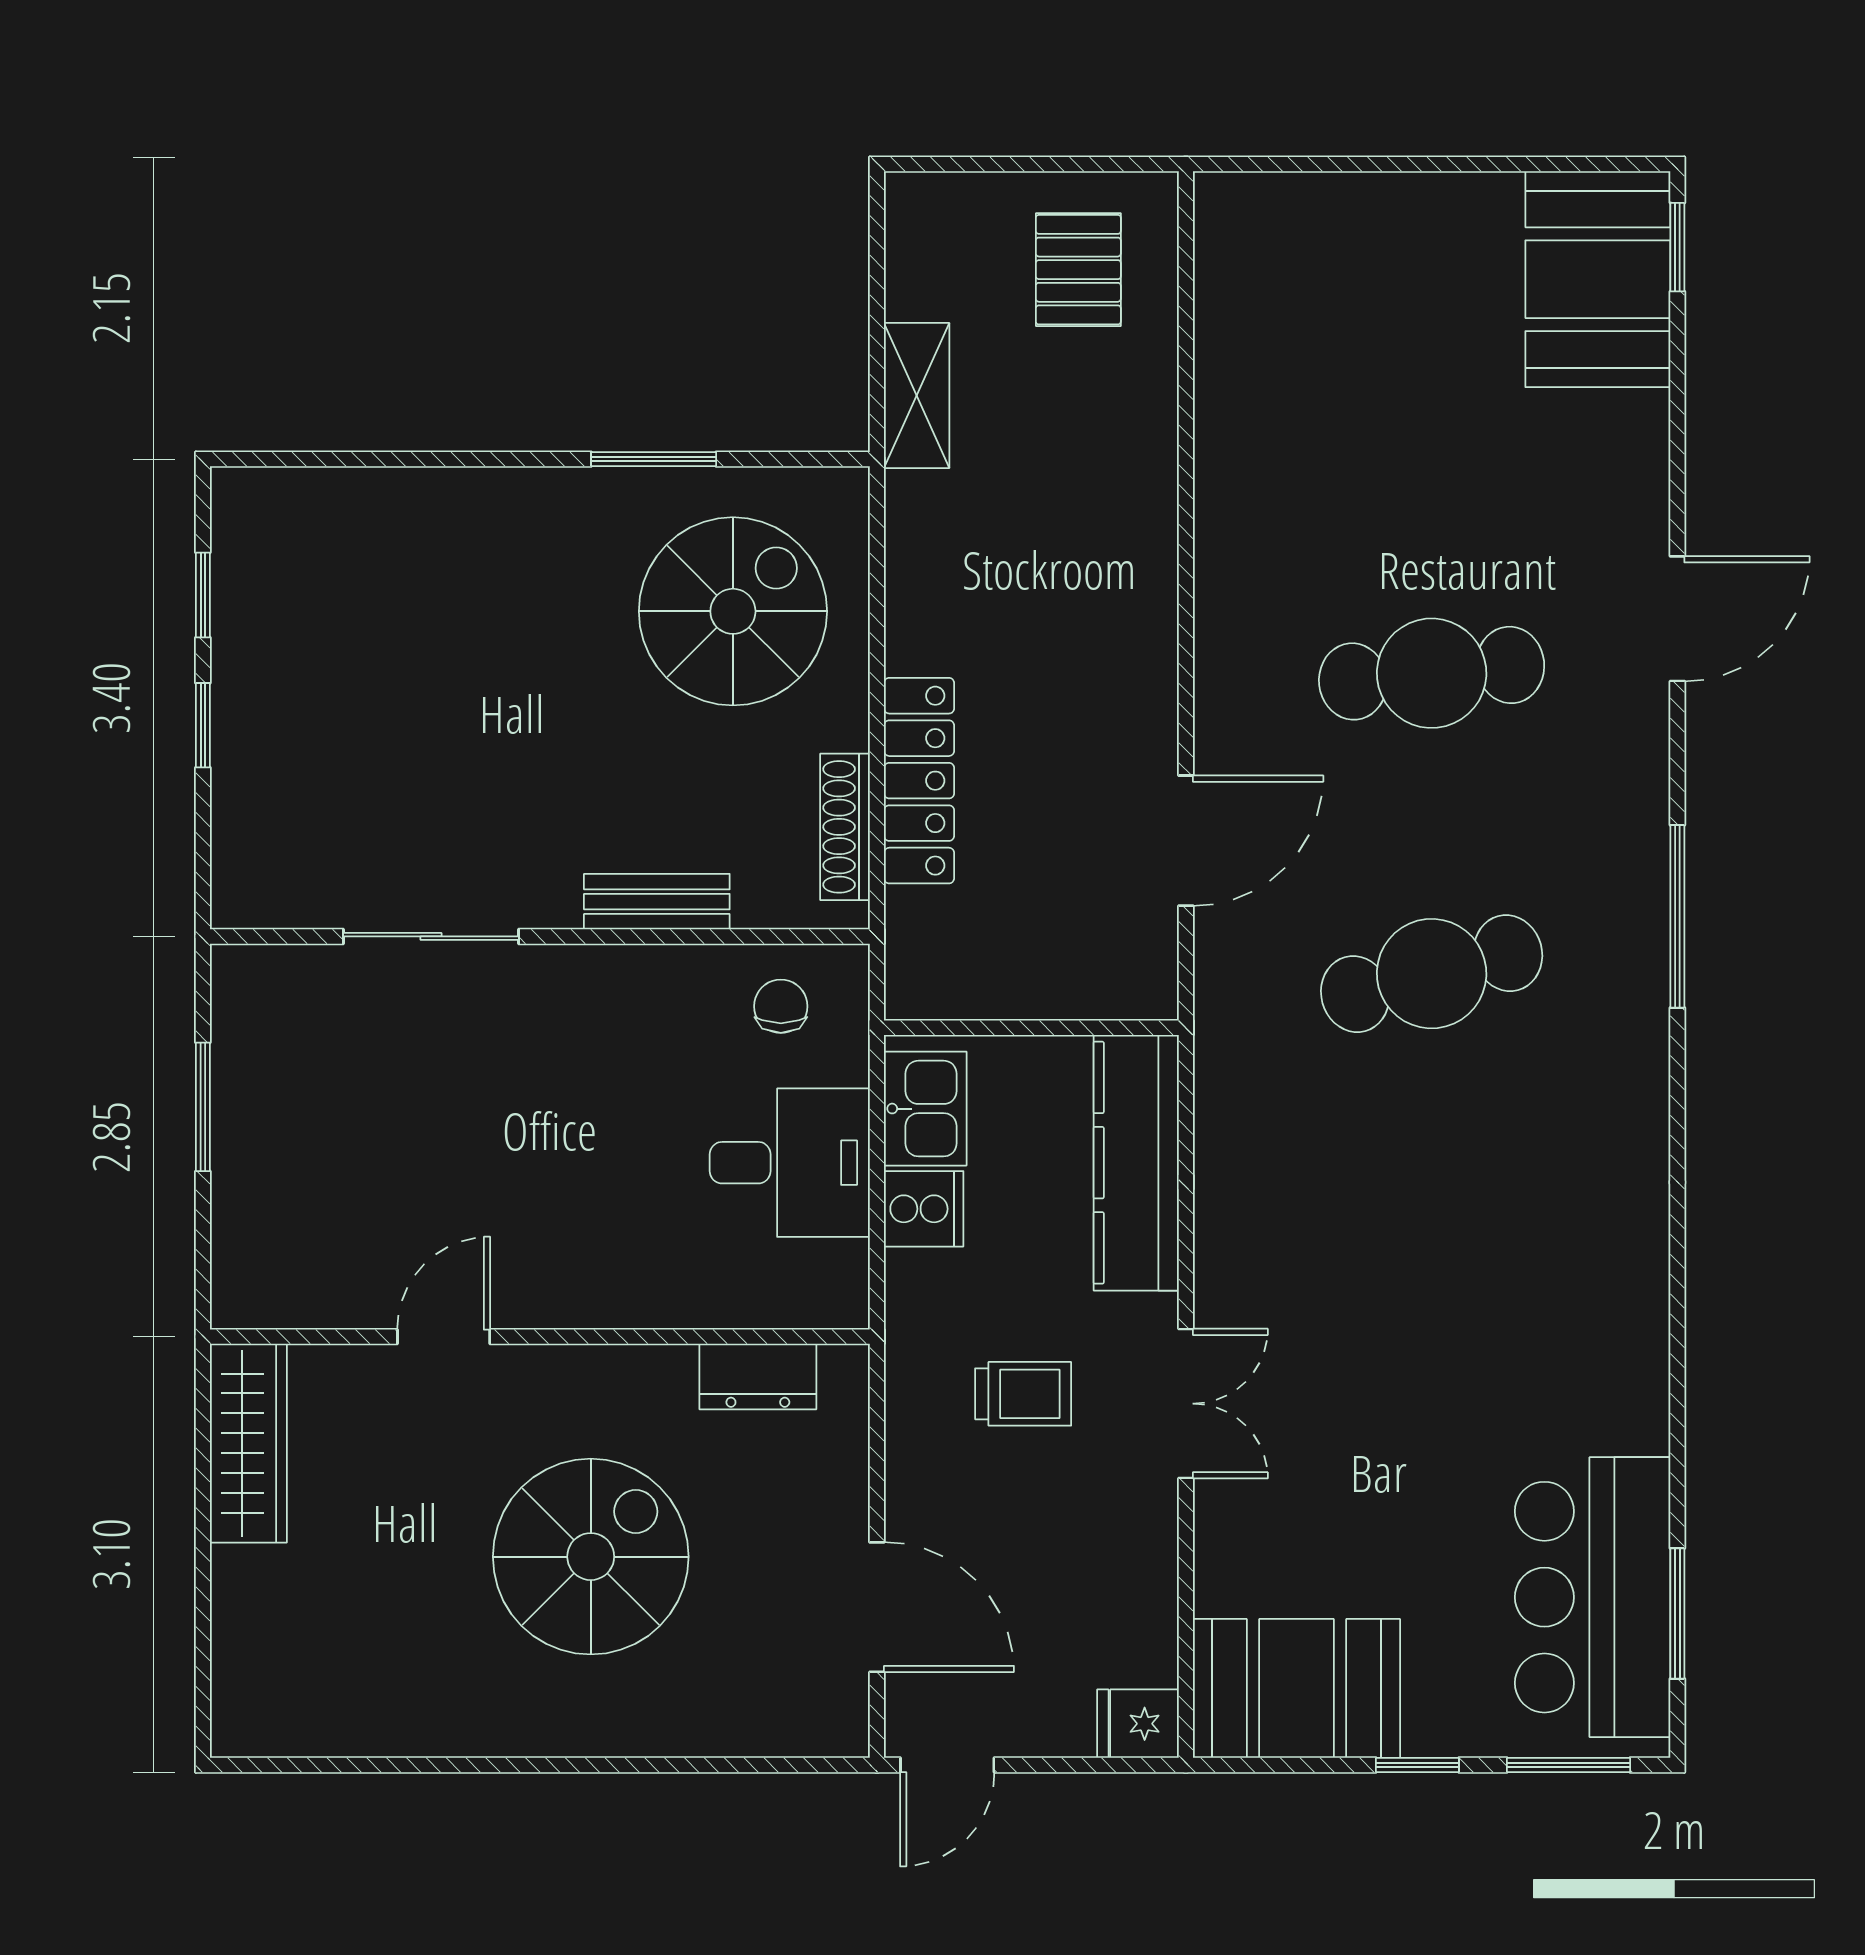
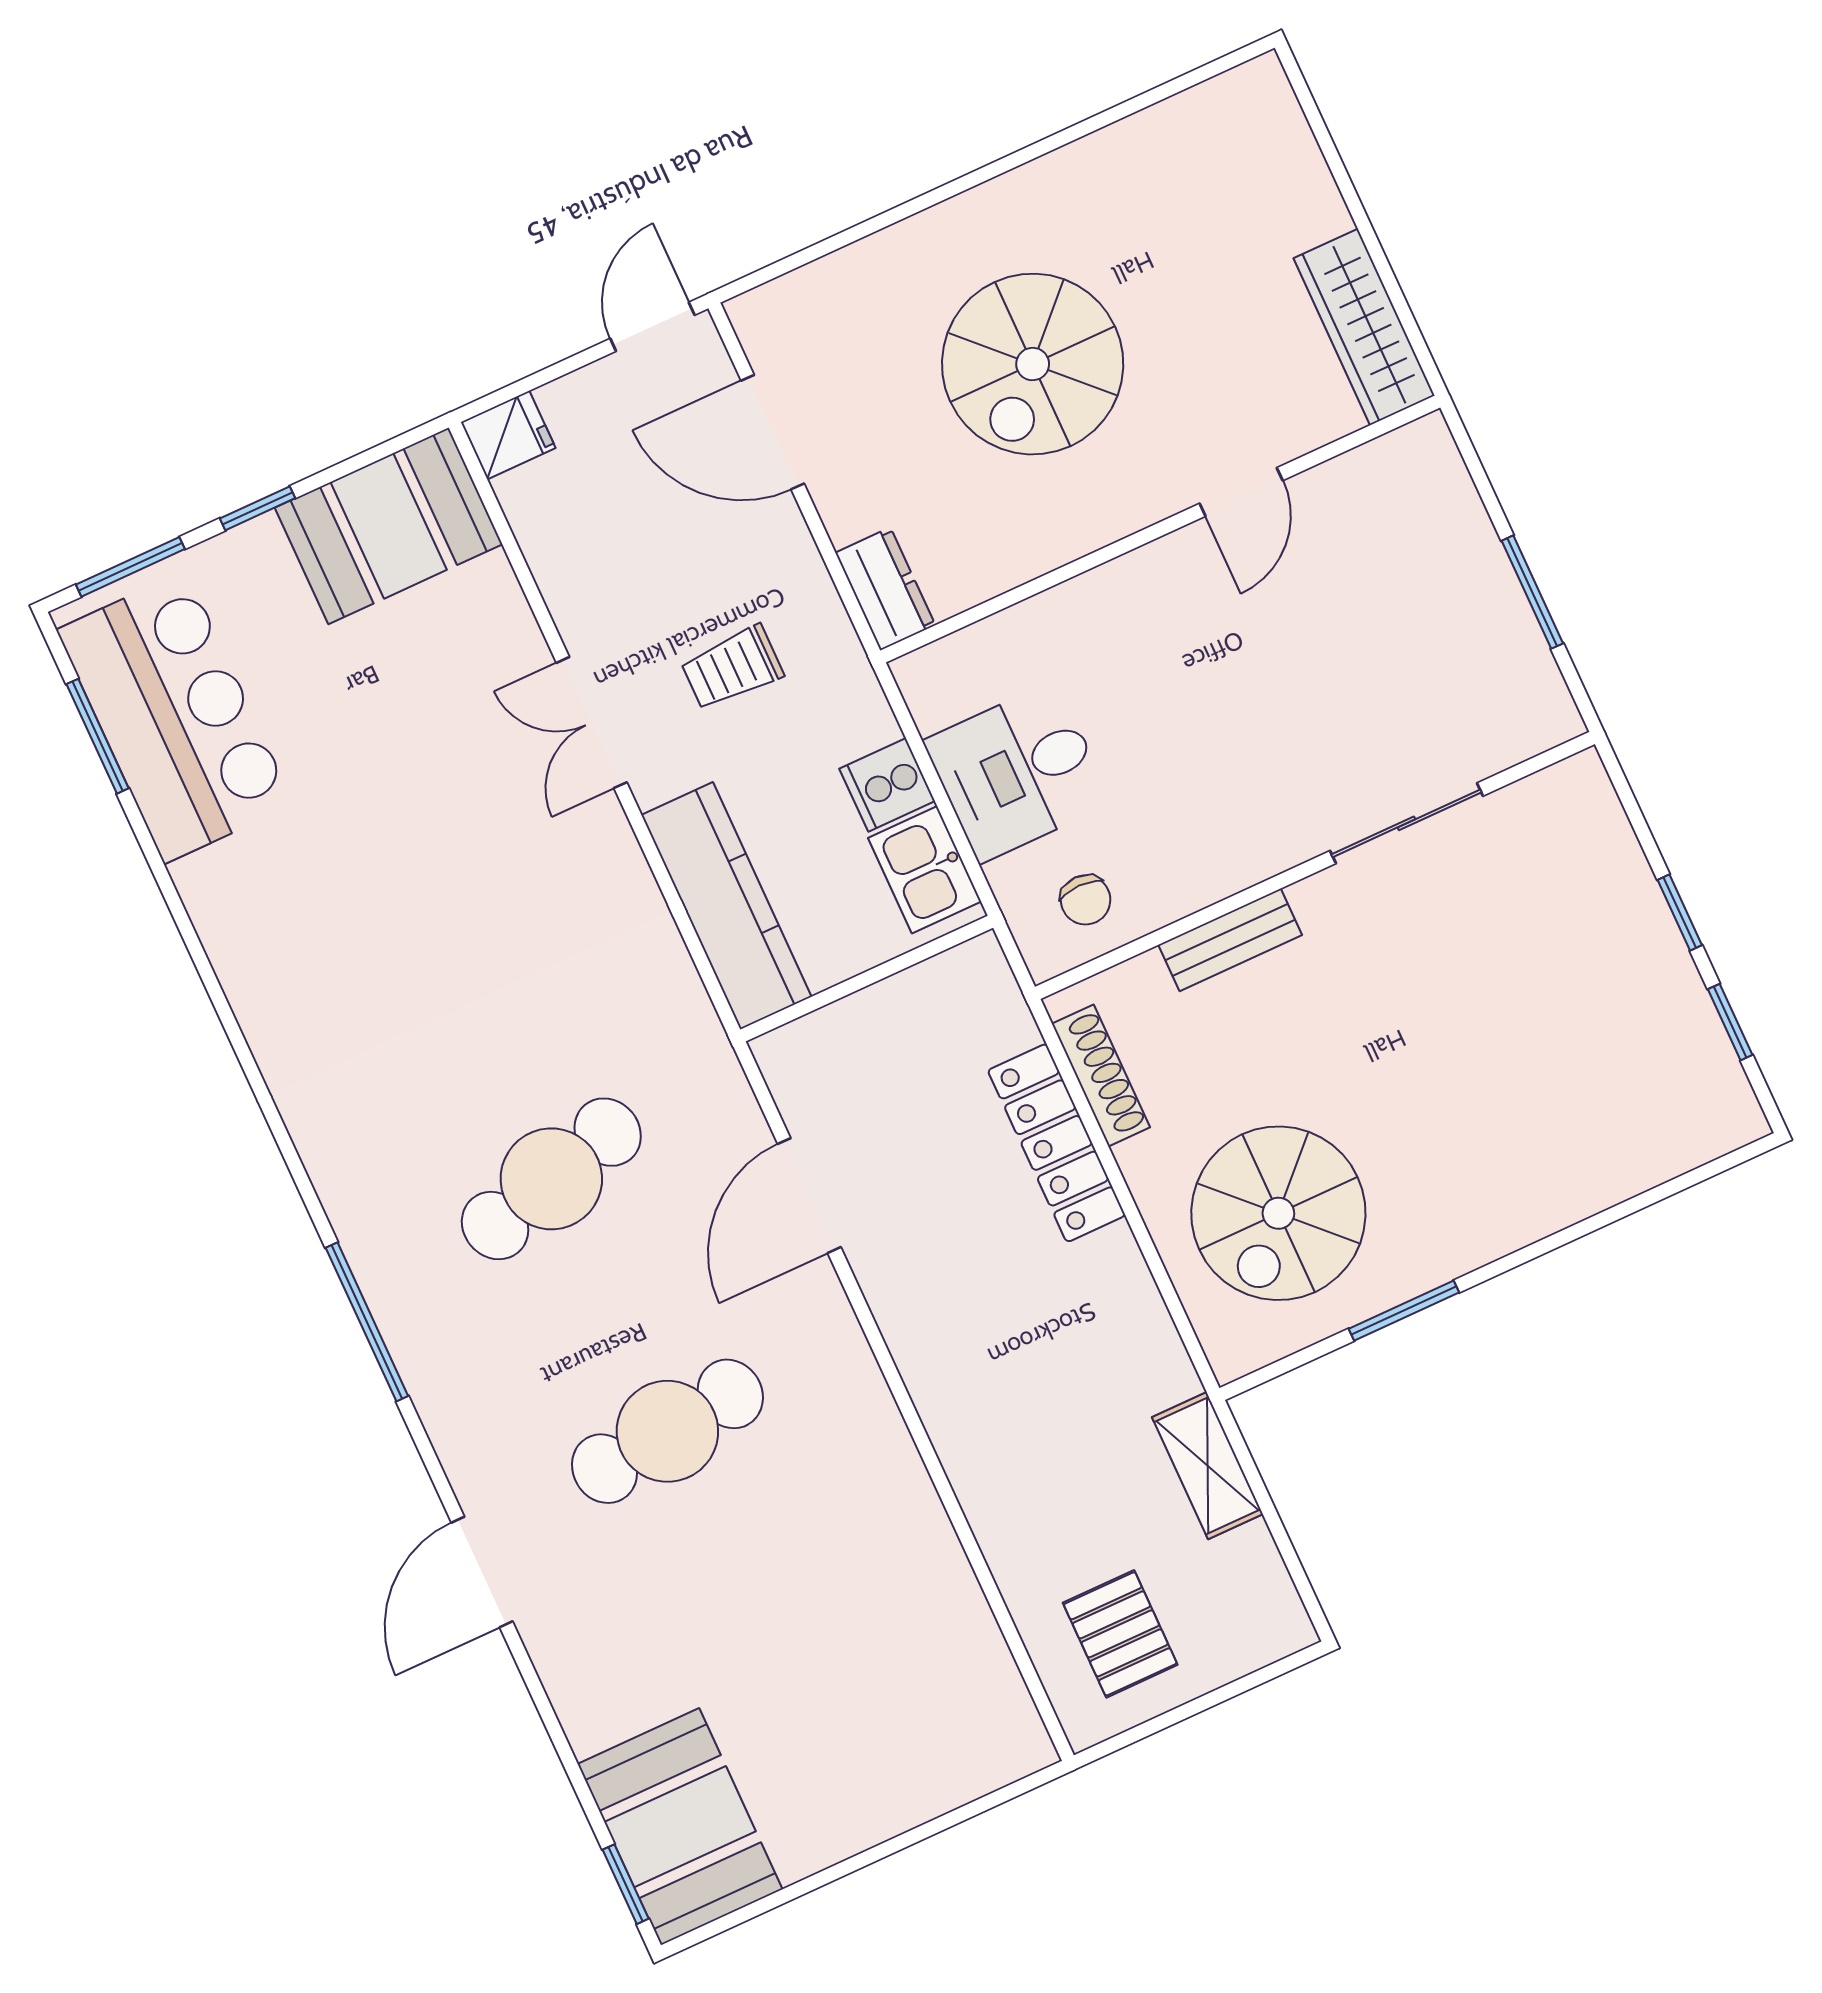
dresser: (758, 1377) -> (885, 589), moved, turned 90

